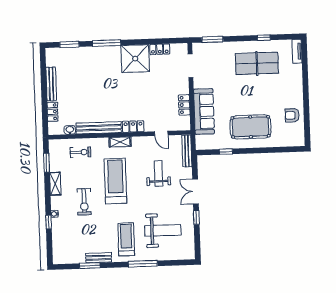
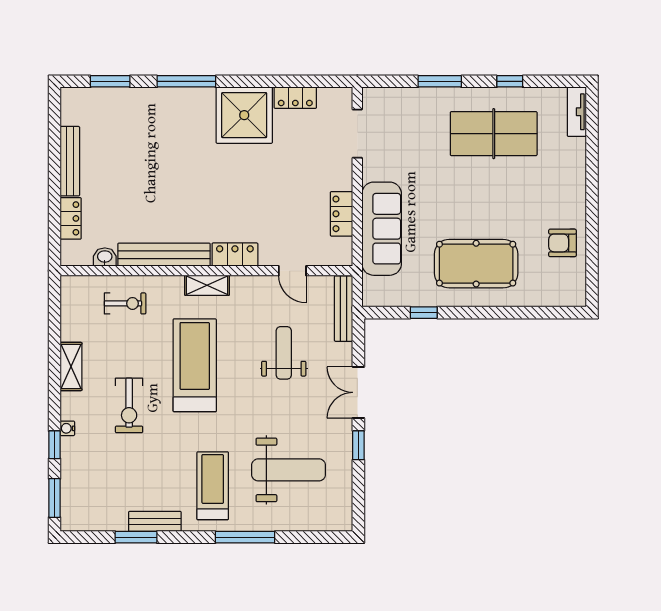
window: (212, 39) -> (440, 81), moved
window: (46, 163) -> (55, 498), moved

